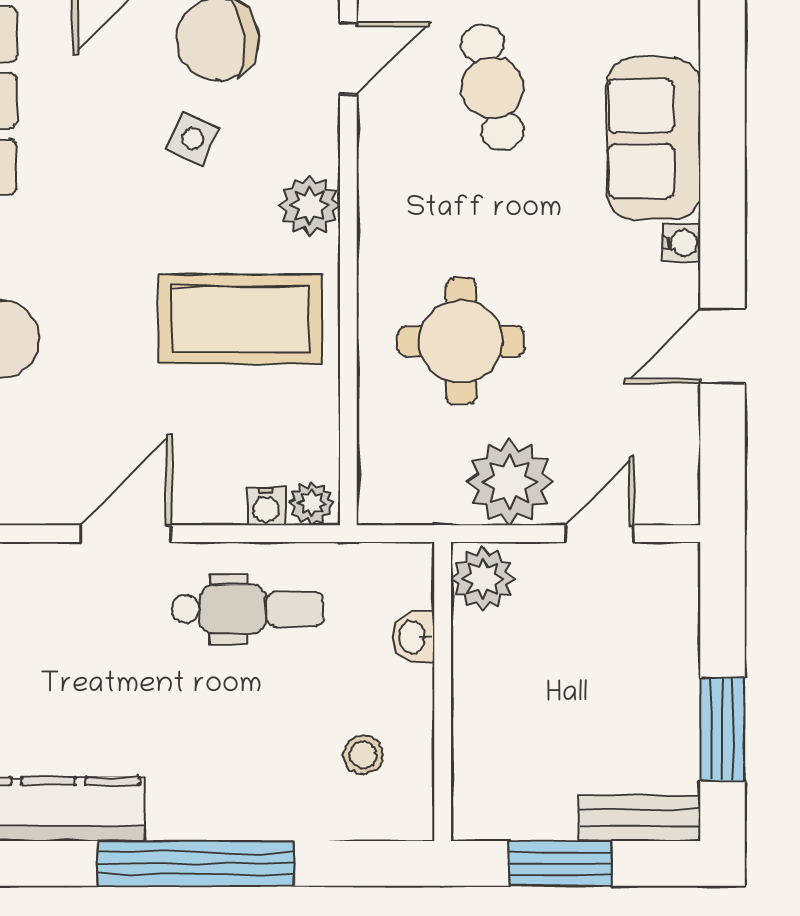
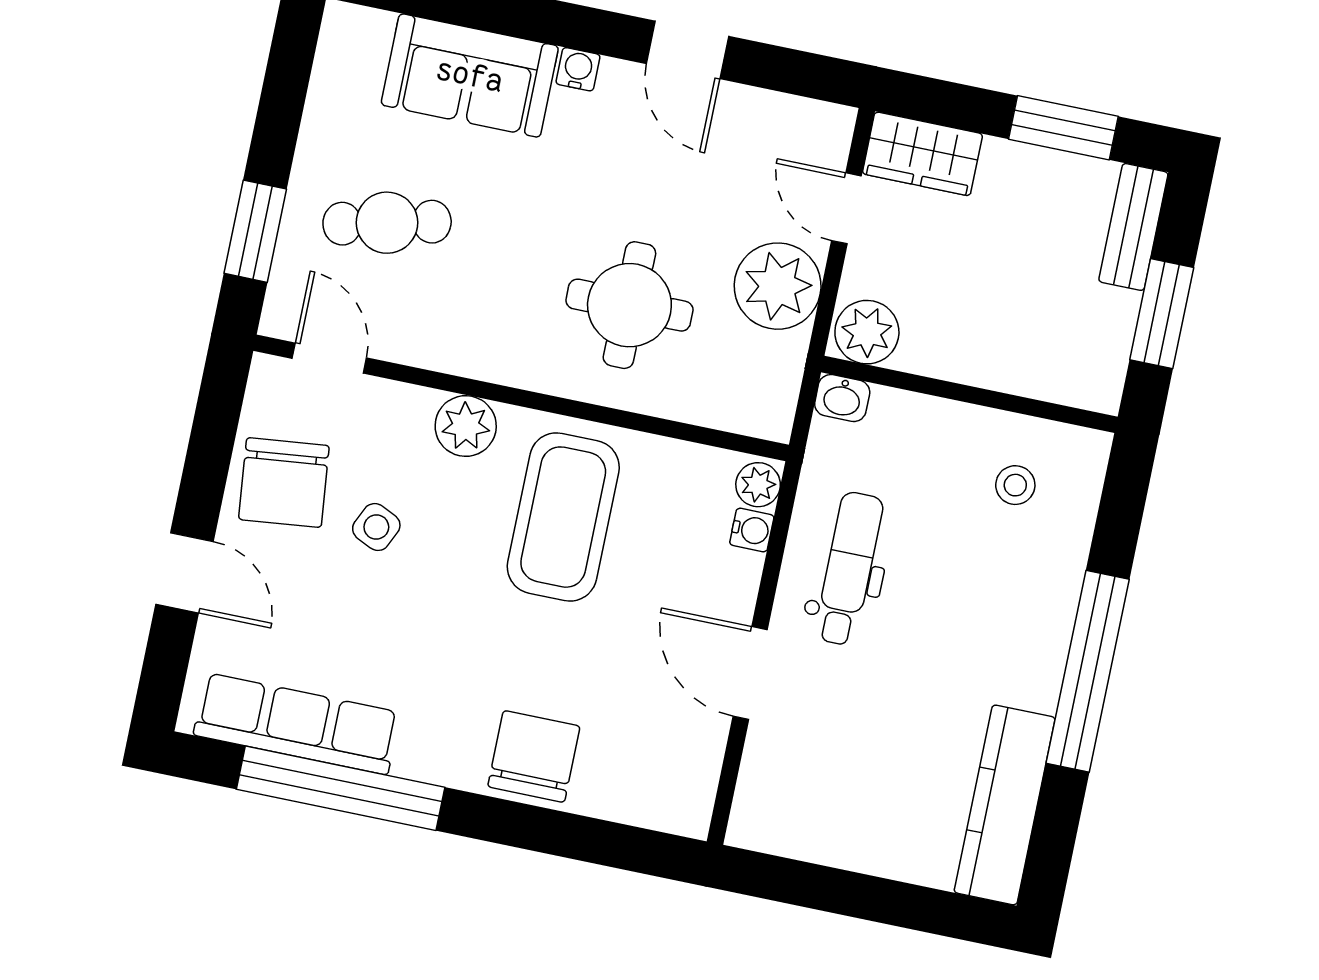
wardrobe: (668, 597) -> (922, 154), added
washbasin: (413, 637) -> (842, 398), moved

